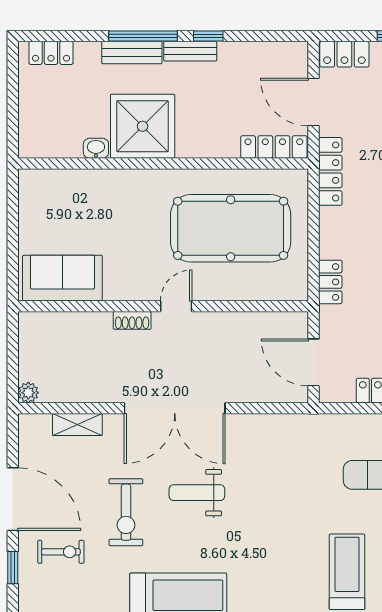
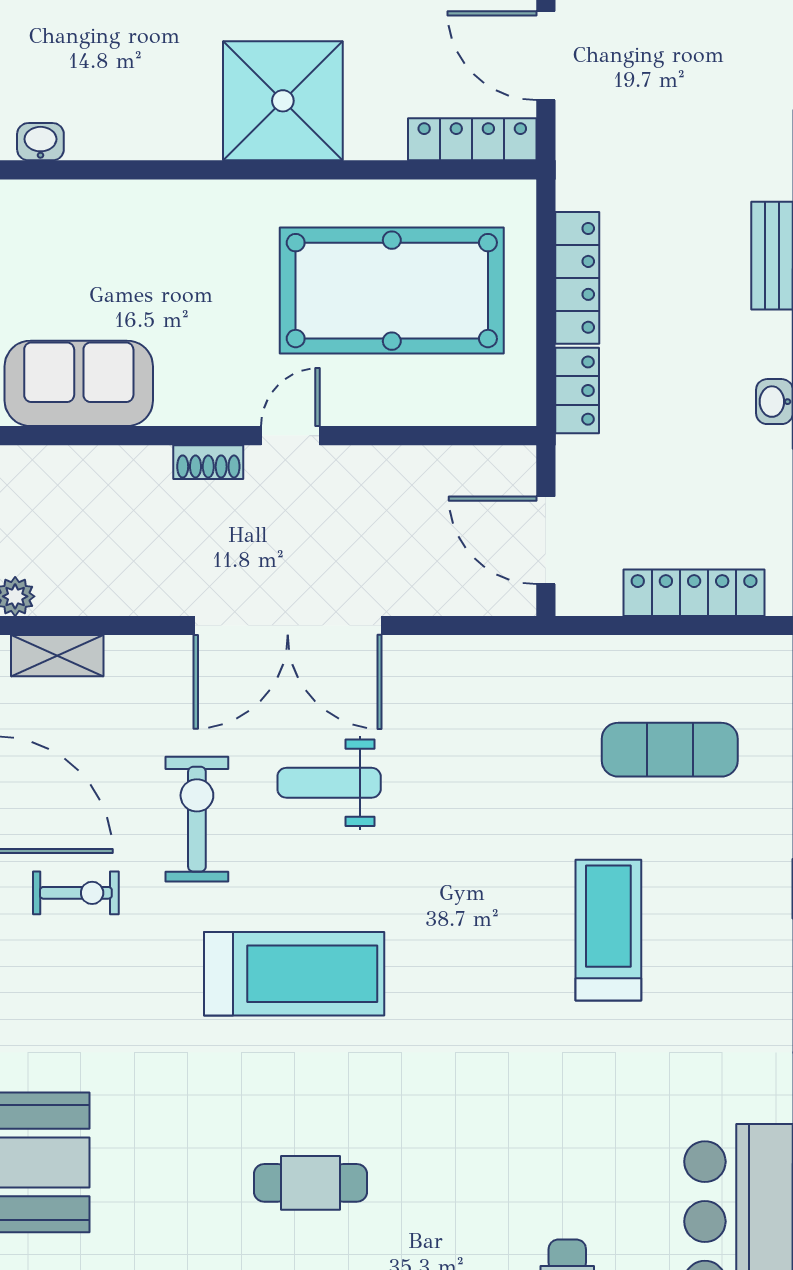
shower: (143, 126) -> (283, 101), moved
washbasin: (96, 148) -> (40, 142), moved
locker: (330, 171) -> (577, 278), moved
shelving: (77, 424) -> (57, 656), moved
exercise bike: (126, 512) -> (197, 819), turned 180

